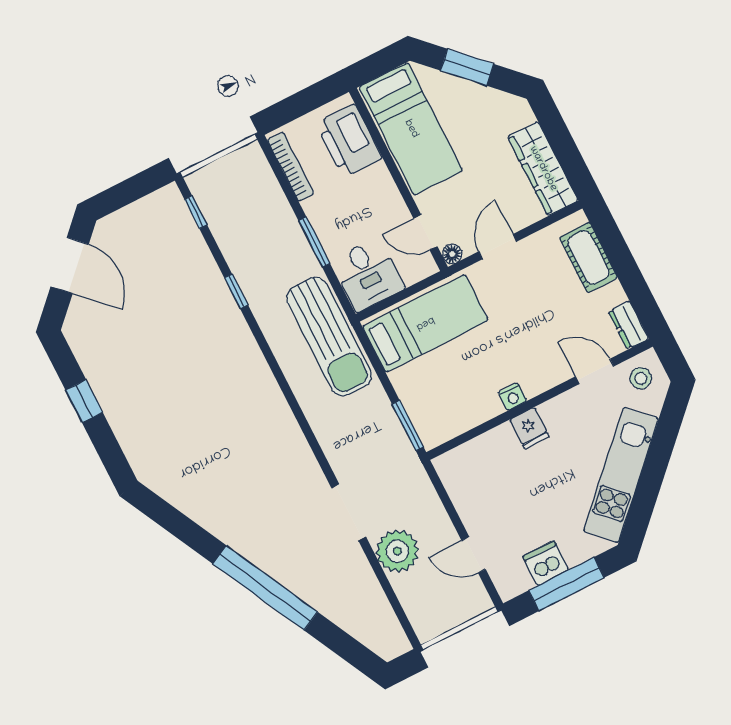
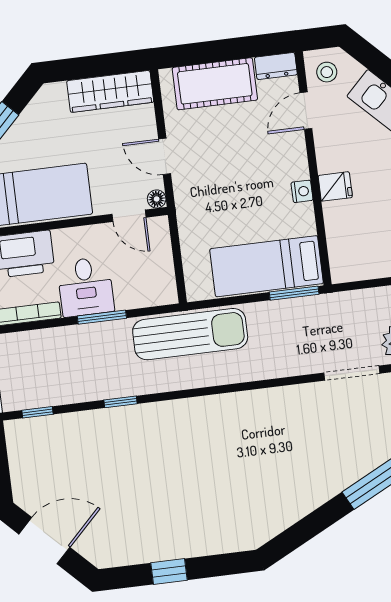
door: (425, 232) -> (129, 216), hinge flipped
cot: (588, 258) -> (215, 84), width x1.37, depth x1.34
desk: (368, 274) -> (86, 287), moved, turned 90
bed: (425, 323) -> (267, 266), moved, turned -90

